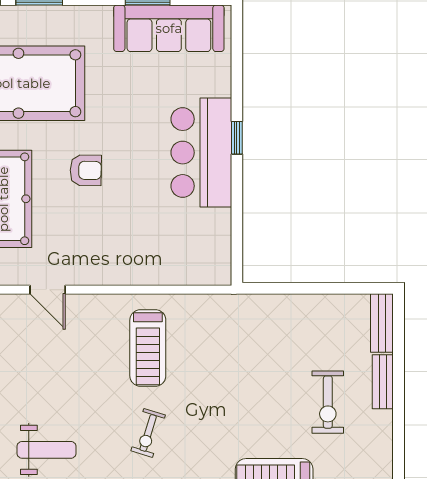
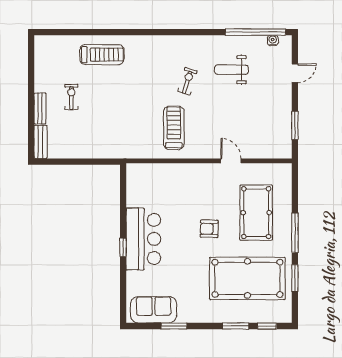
sofa: (169, 28) -> (154, 310), width x0.73
exercise bike: (328, 402) -> (71, 97), width x0.73, depth x0.72
exercise bike: (148, 433) -> (188, 81), moved

